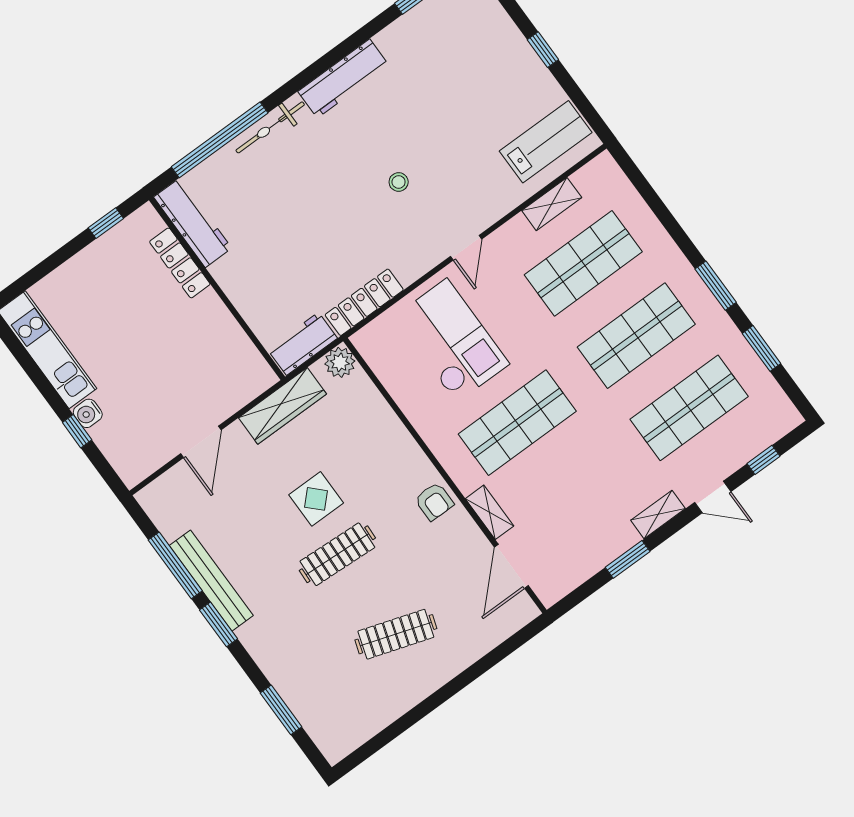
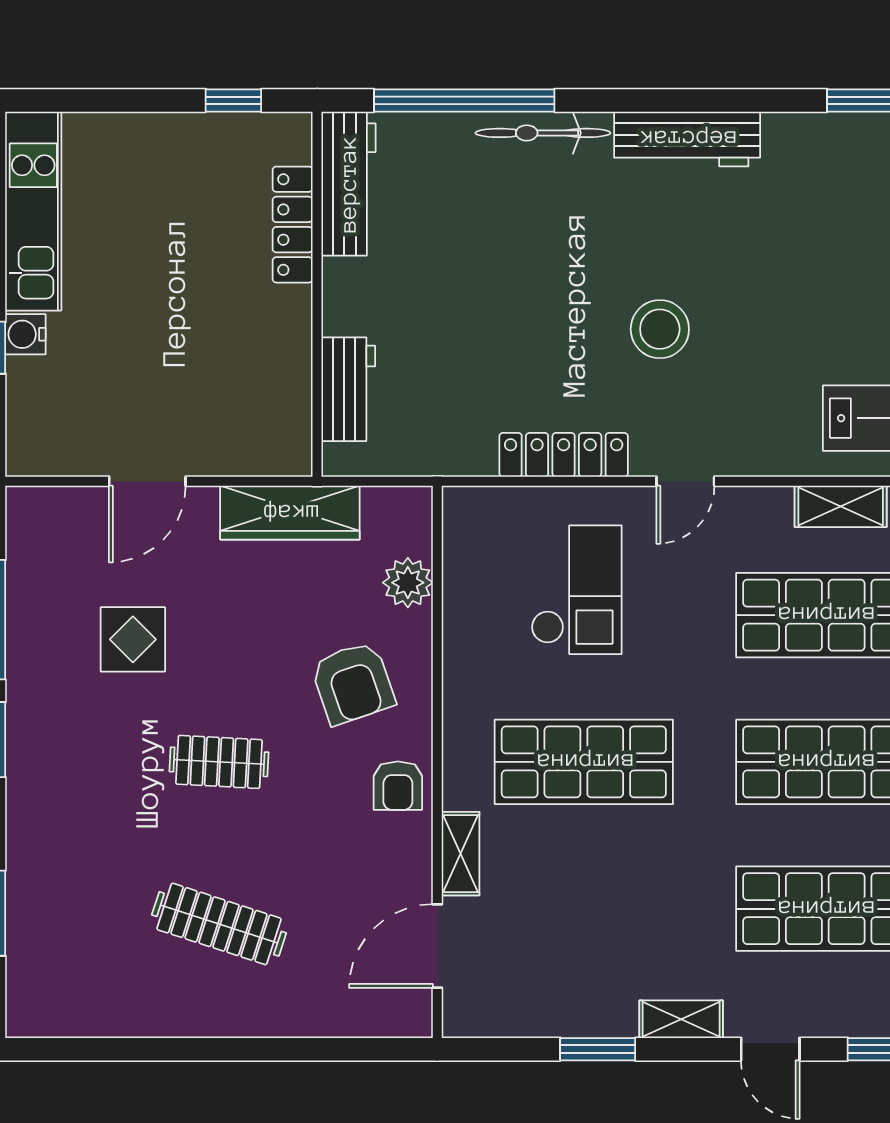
stool: (399, 182) -> (660, 329), width x1.89, depth x1.89
locker: (364, 302) -> (564, 455), moved
checkout: (451, 340) -> (576, 590), width x0.73, depth x0.83
workbench: (302, 344) -> (348, 389), moved, turned 90
plant: (340, 362) -> (408, 583), moved
armchair: (375, 467) -> (353, 683), added
display table: (316, 499) -> (133, 639), moved
clothes rail: (337, 554) -> (219, 762), width x0.73
bench: (211, 581) -> (27, 675), removed

